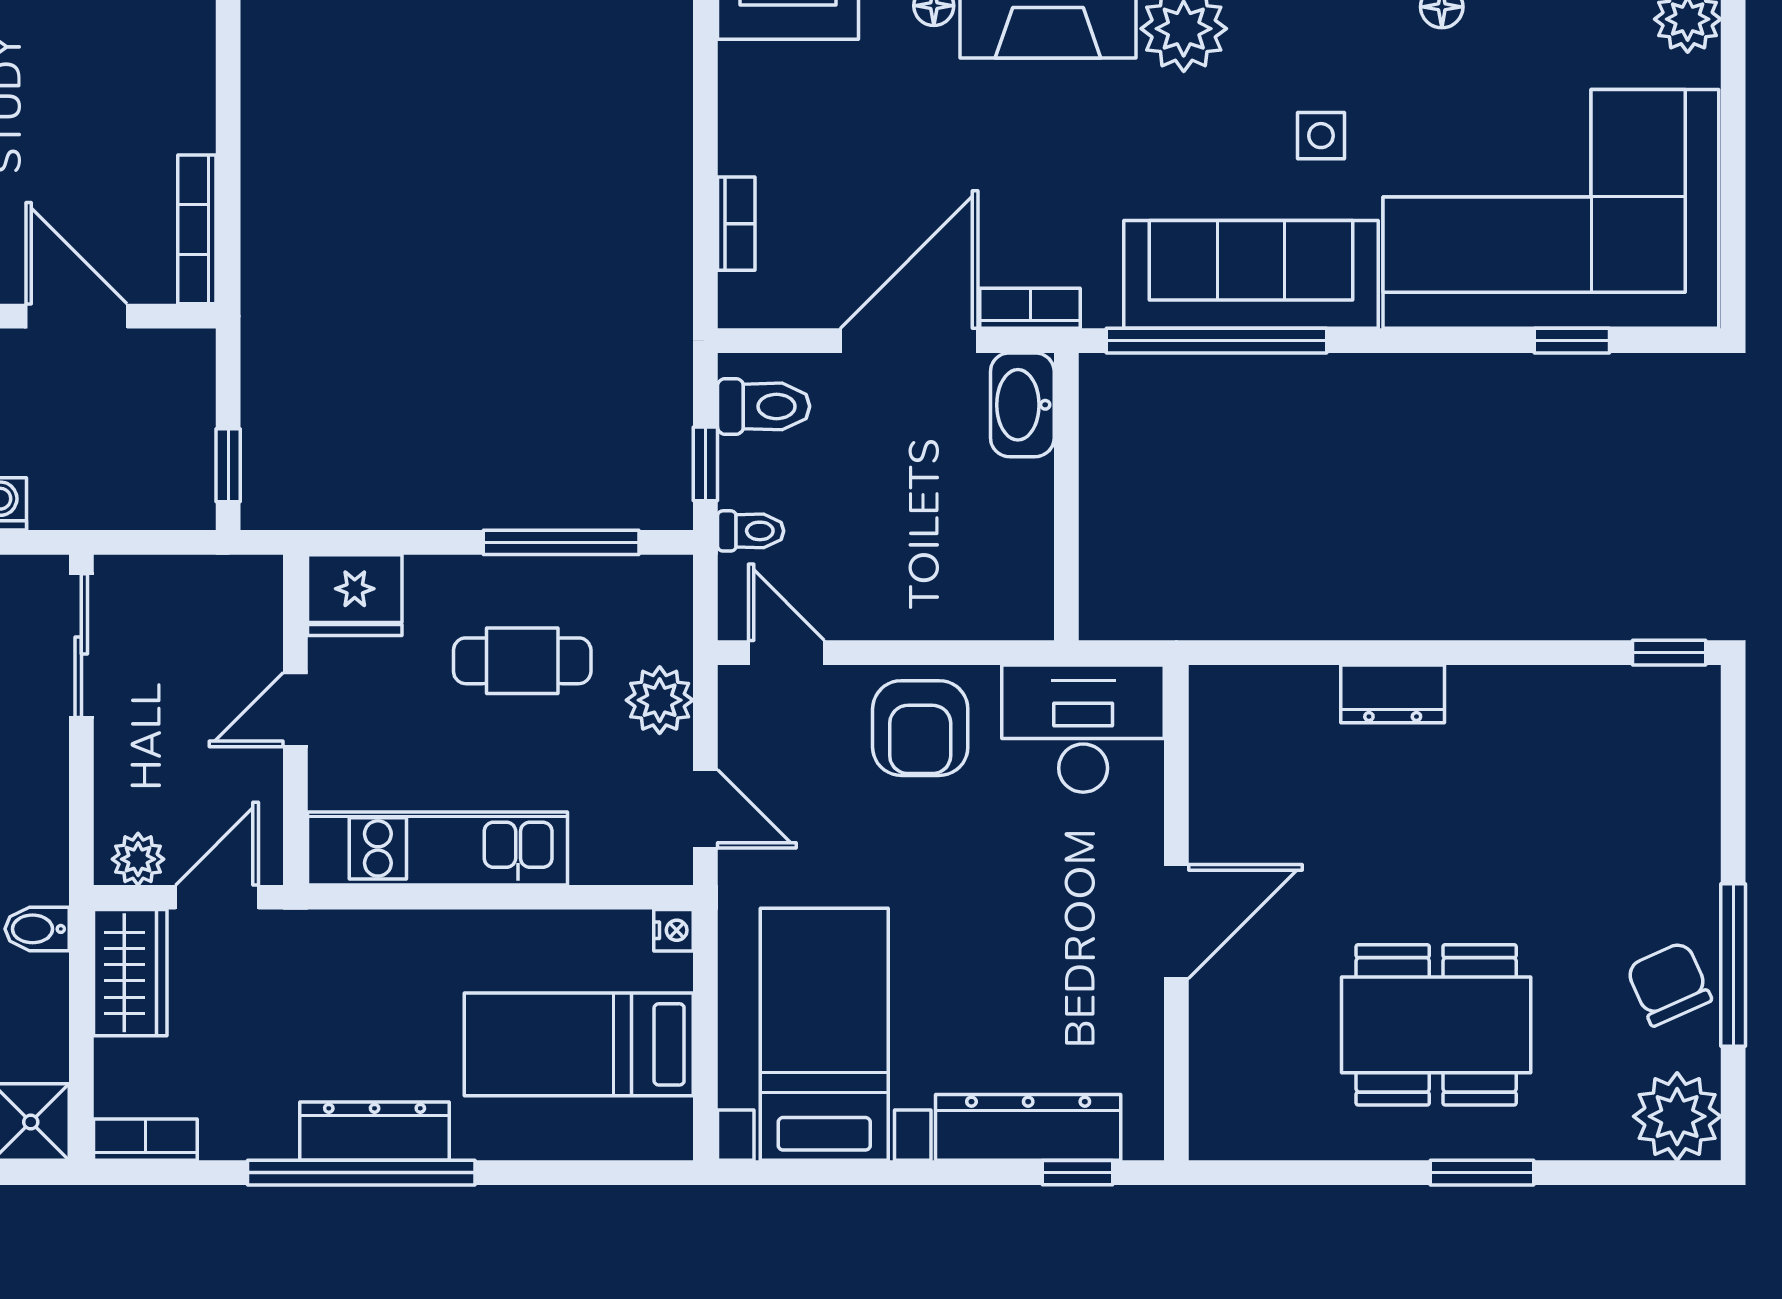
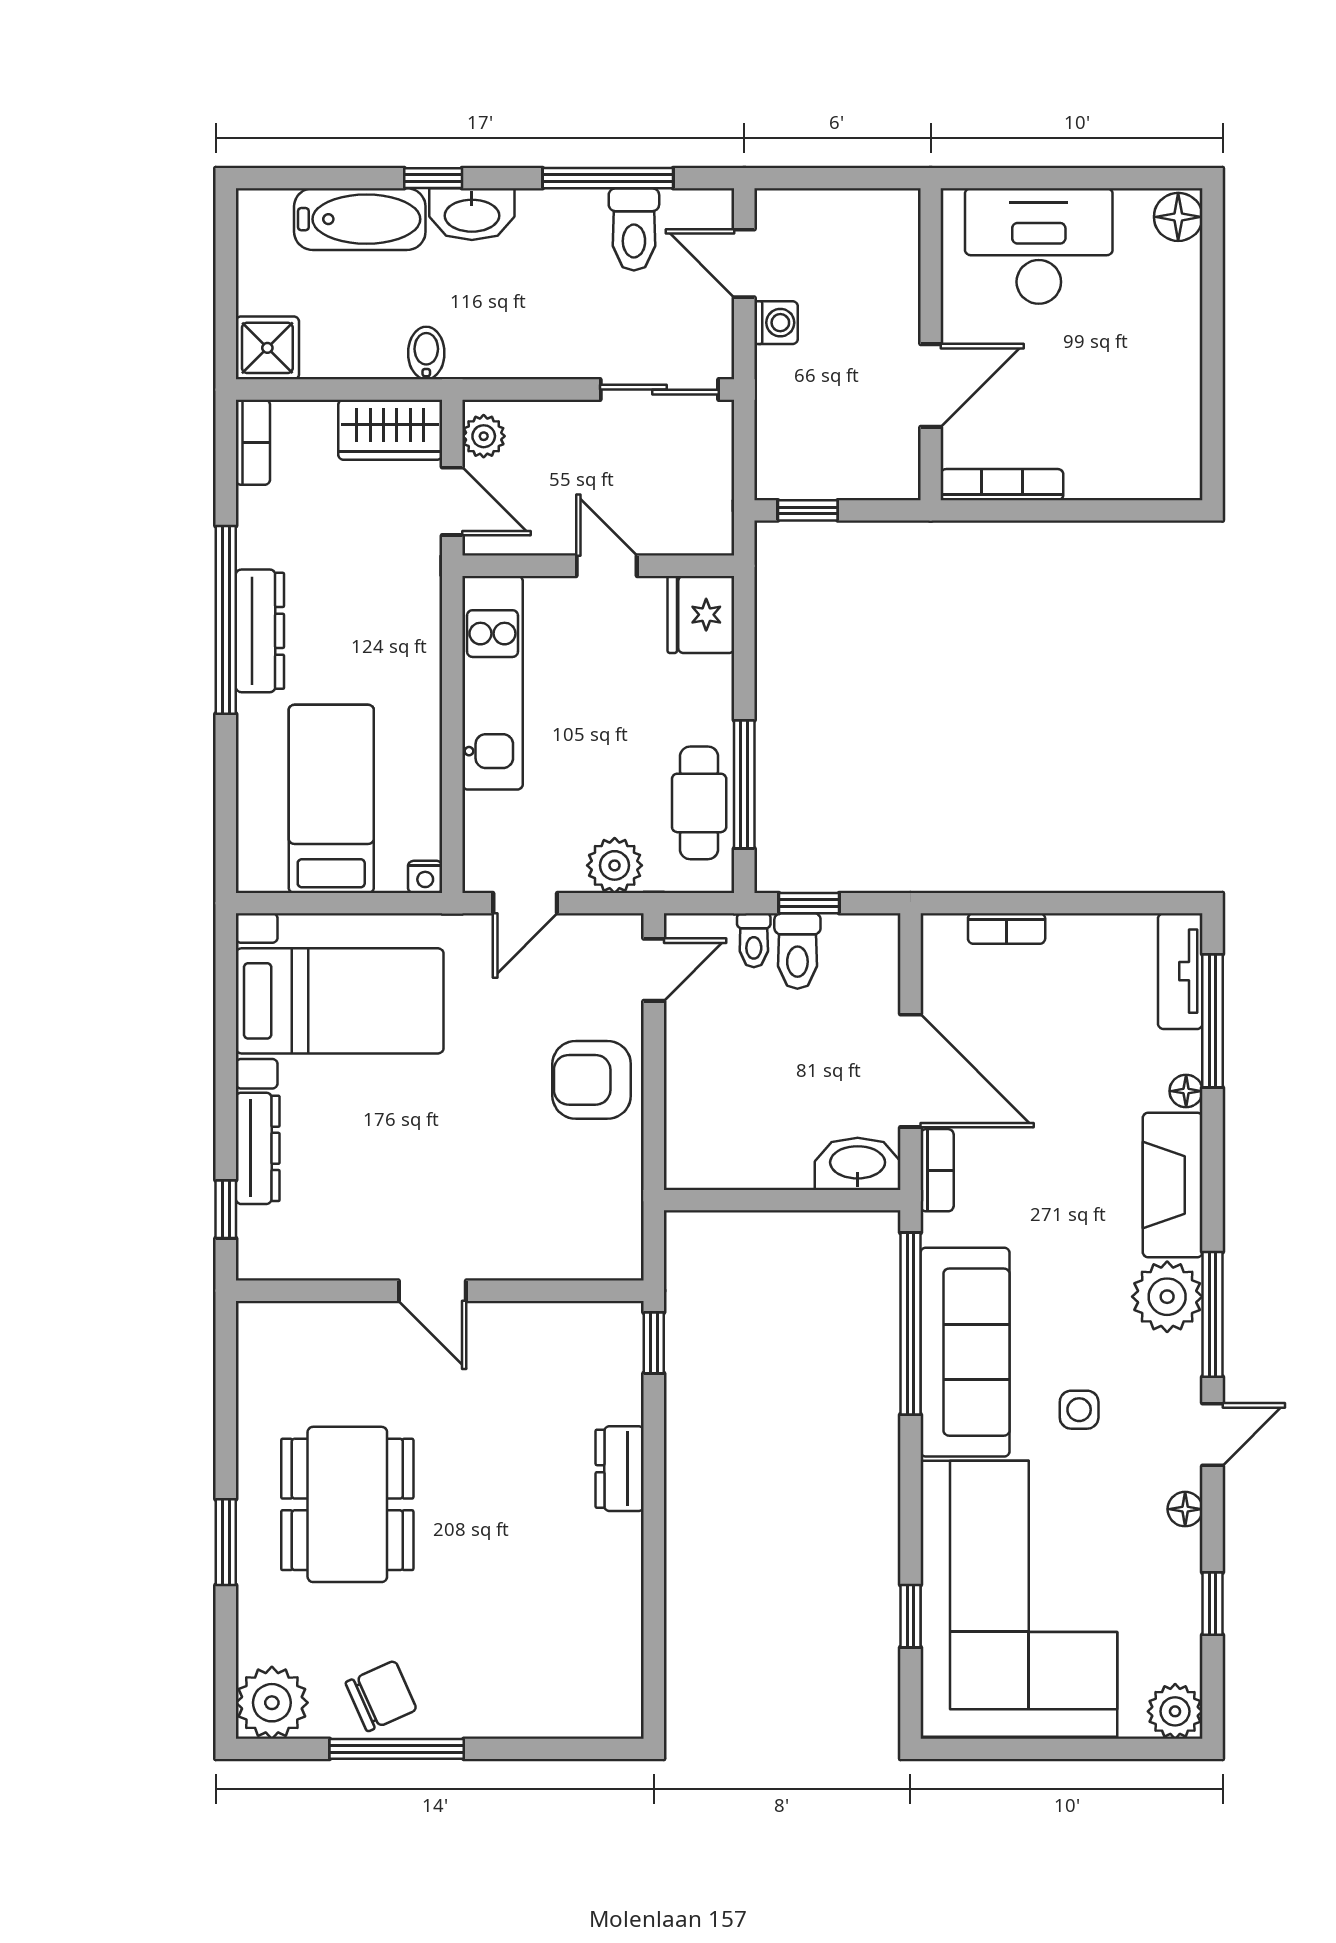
toilet: (764, 406) -> (797, 951), moved
window: (1669, 653) -> (654, 1343), moved
cafe table: (522, 661) -> (699, 803), moved
desk: (1083, 729) -> (591, 1214), removed
door: (1176, 922) -> (432, 1291), width x0.73
dresser: (1028, 1127) -> (258, 1148), width x0.73, depth x0.80

